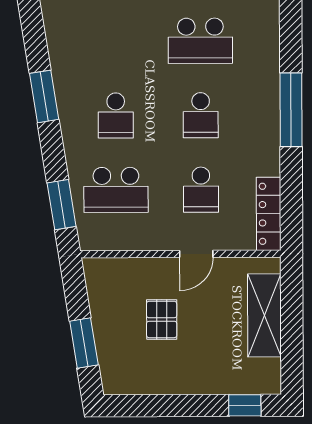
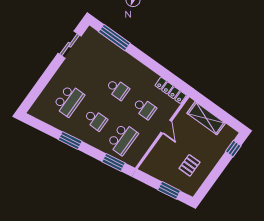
school desk: (200, 41) -> (69, 100), moved
window: (291, 110) -> (114, 37), moved
pallet: (162, 319) -> (190, 165), moved, turned 90

